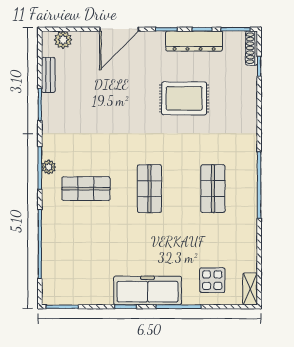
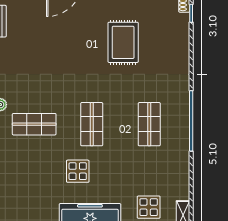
rug: (184, 98) -> (123, 42), turned 90
display table: (134, 241) -> (78, 171), added

